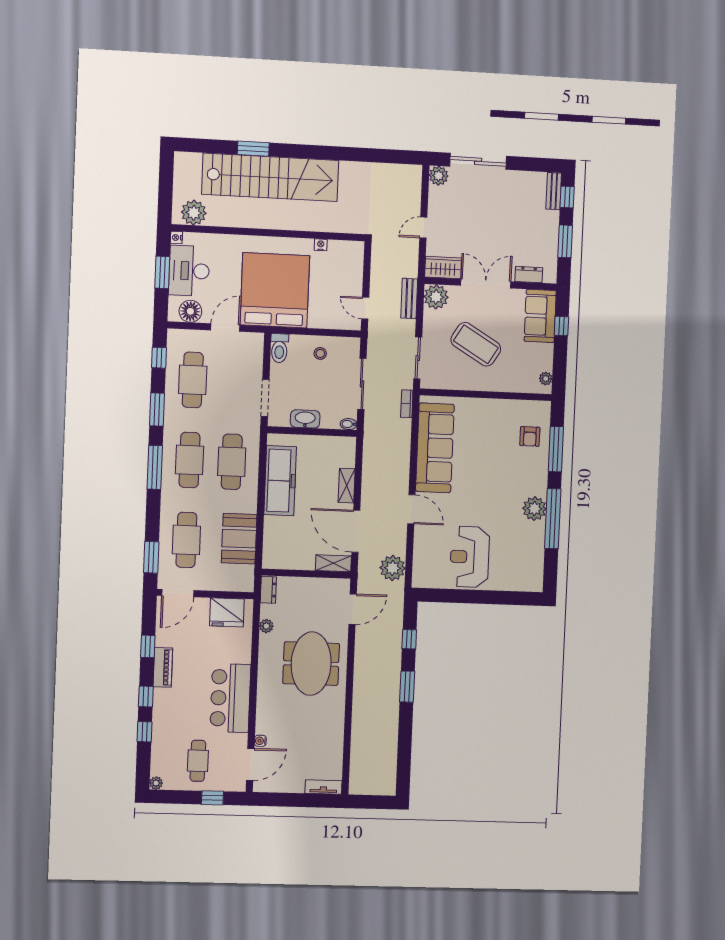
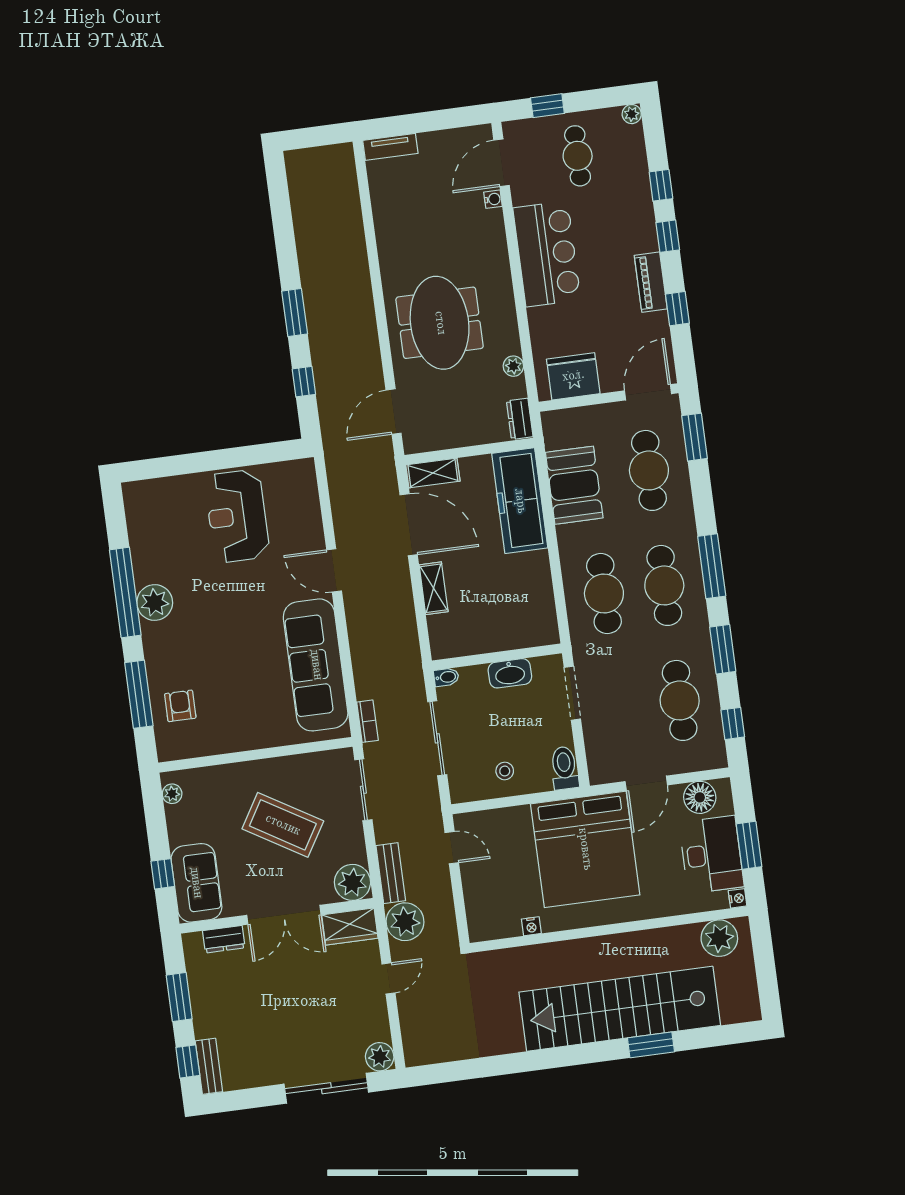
freezer: (280, 481) -> (520, 501), moved
reception desk: (470, 557) -> (237, 516), turned 180
plant: (393, 568) -> (405, 922), moved

